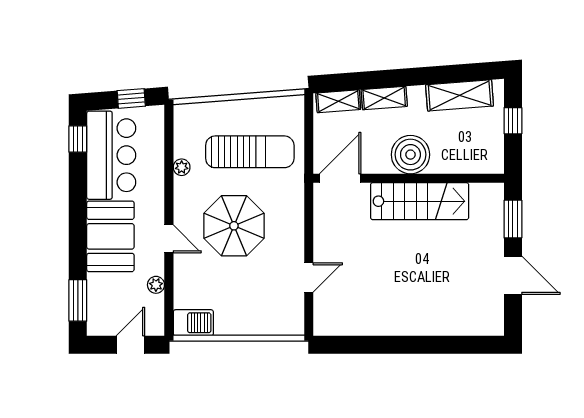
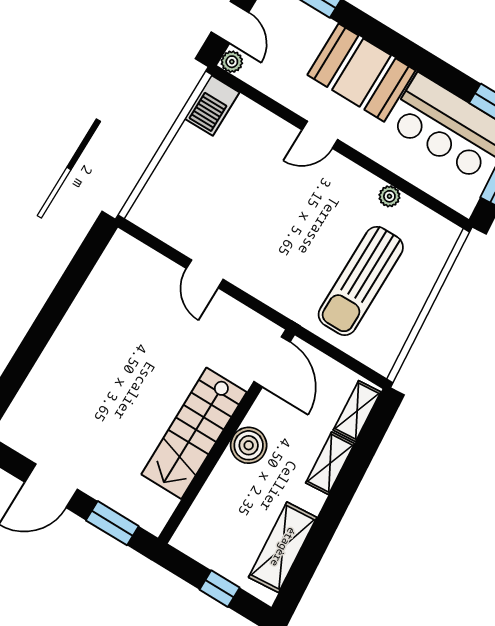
boiler: (410, 155) -> (249, 445), width x0.73, depth x0.73
parasol: (234, 226) -> (291, 214), removed
door: (309, 277) -> (205, 274), moved
plant: (156, 285) -> (232, 62), moved

